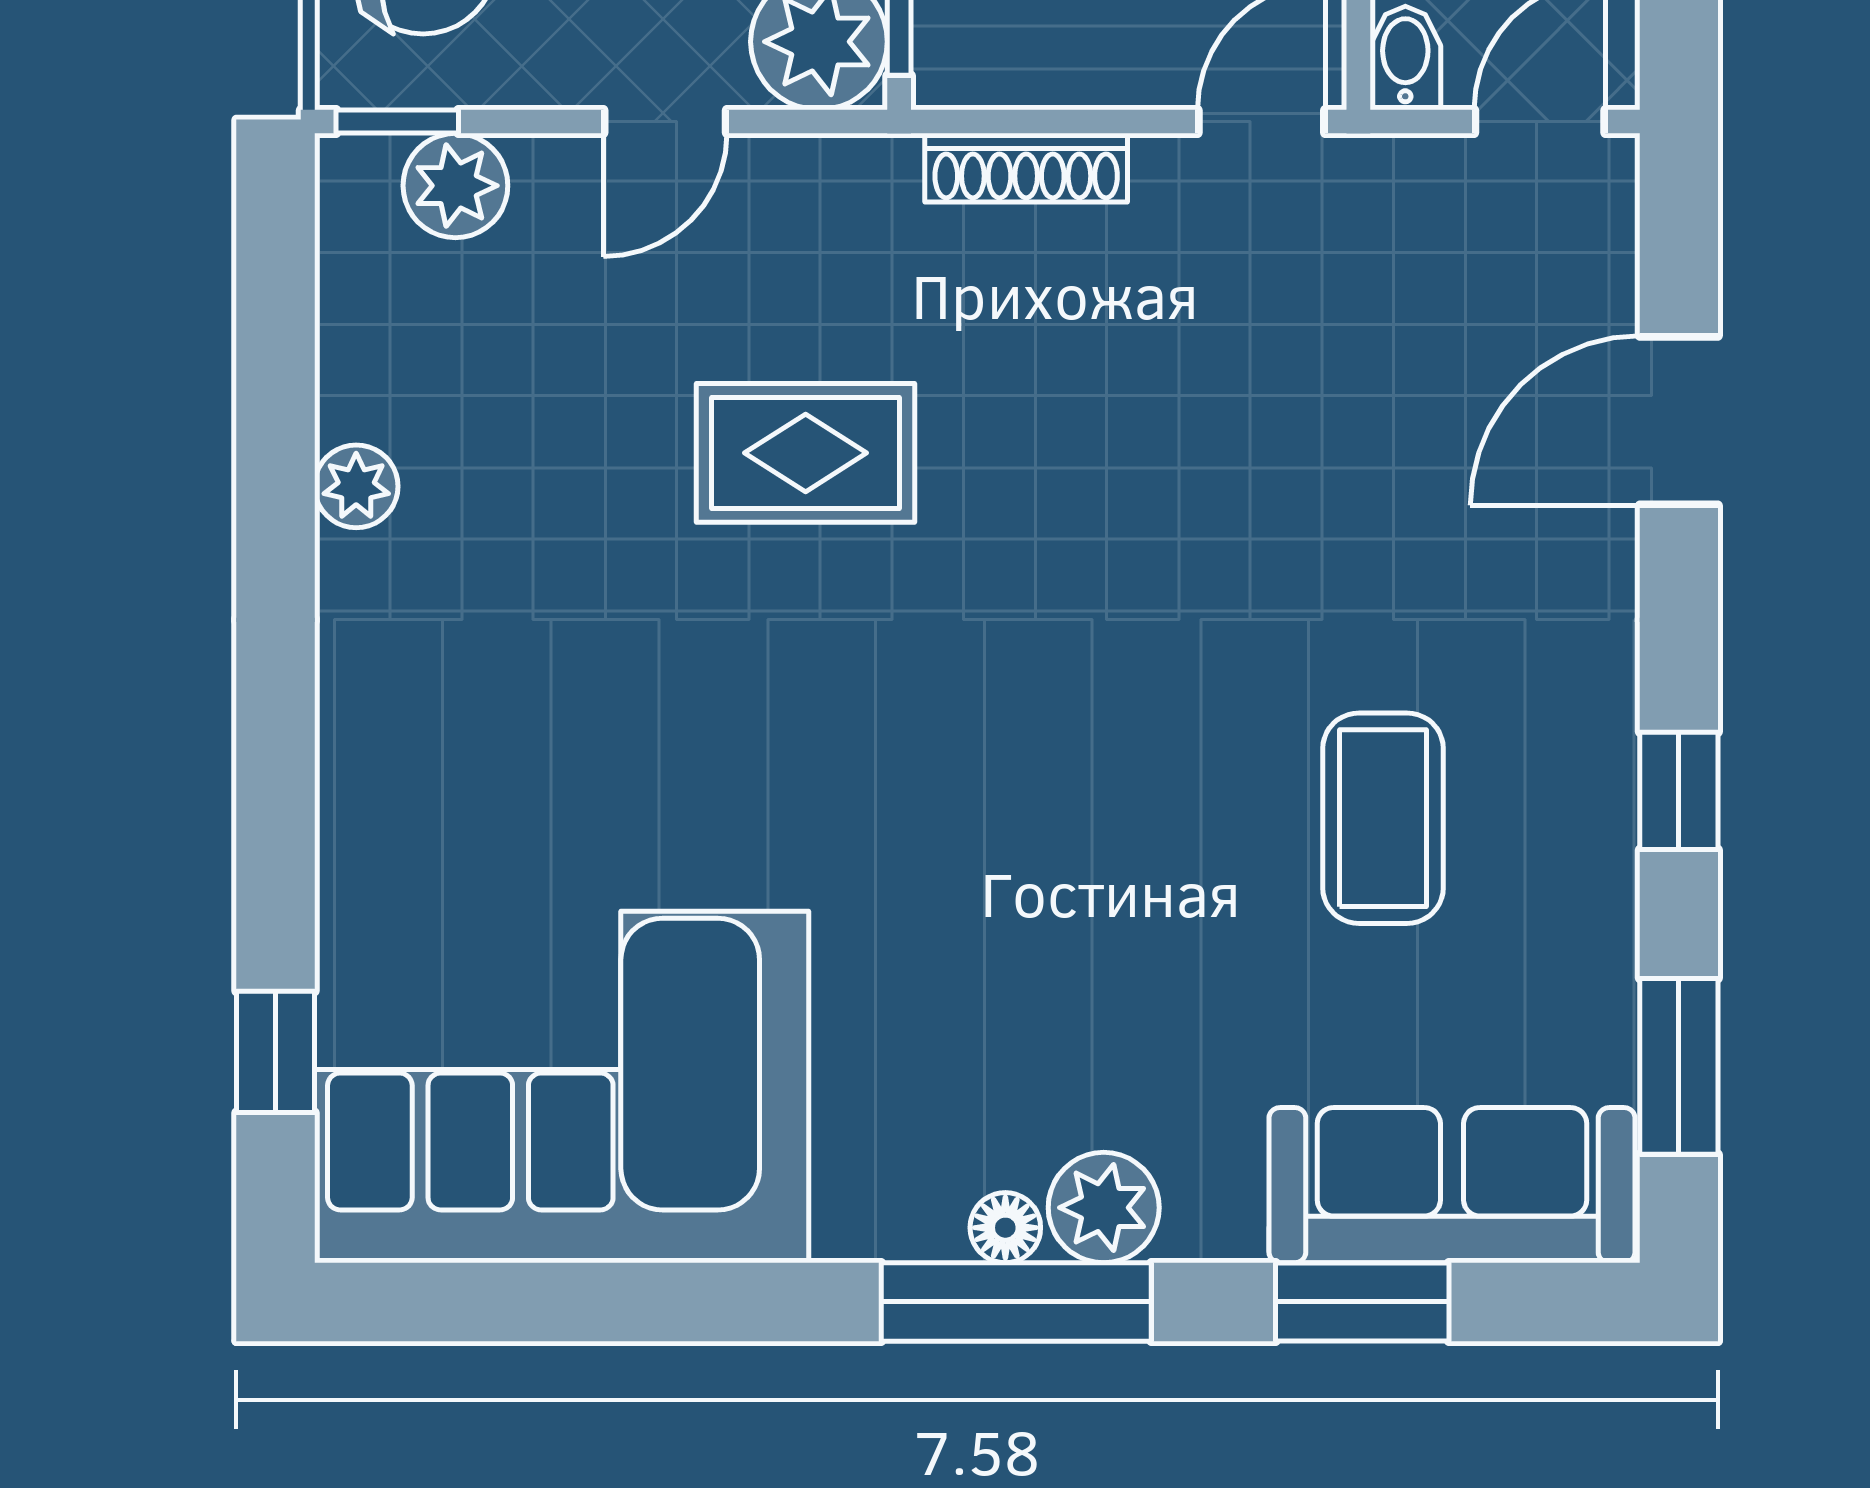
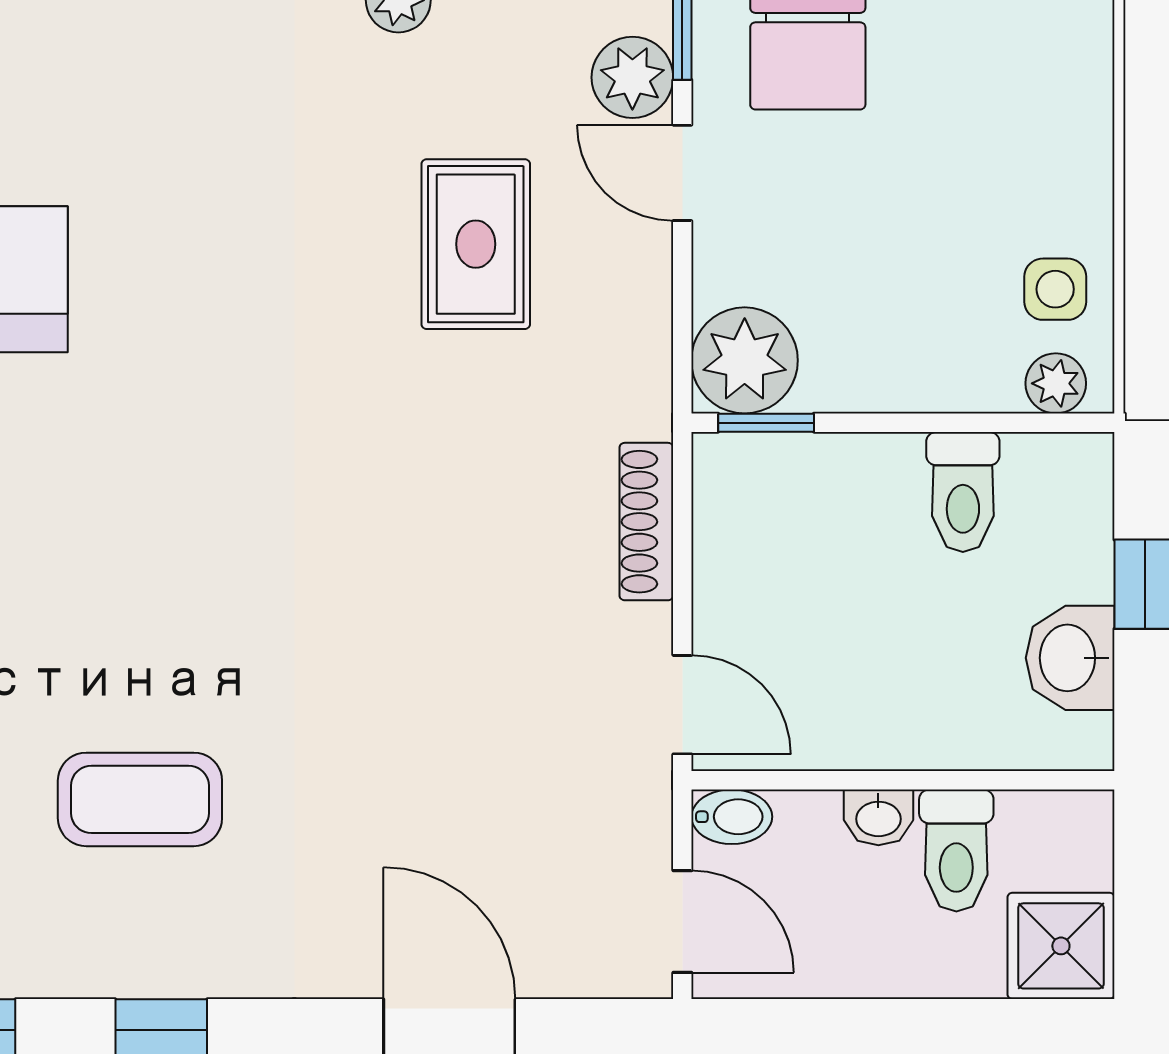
door: (665, 122) -> (682, 173), moved
rug: (806, 453) -> (476, 244), moved

